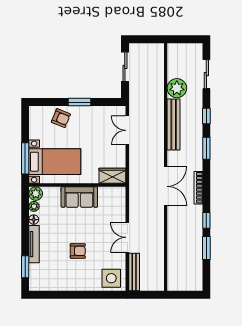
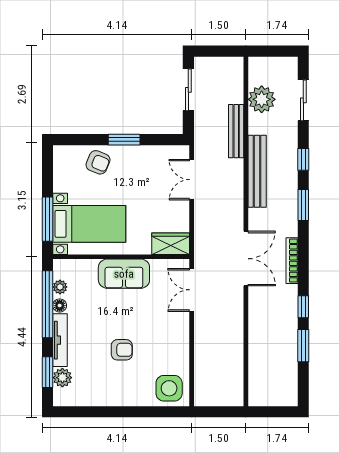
plant: (177, 88) -> (262, 99), moved
plant: (36, 194) -> (62, 378), moved
window: (25, 219) -> (47, 304), added
double door: (127, 237) -> (192, 290), moved
bench: (134, 272) -> (236, 131), moved

